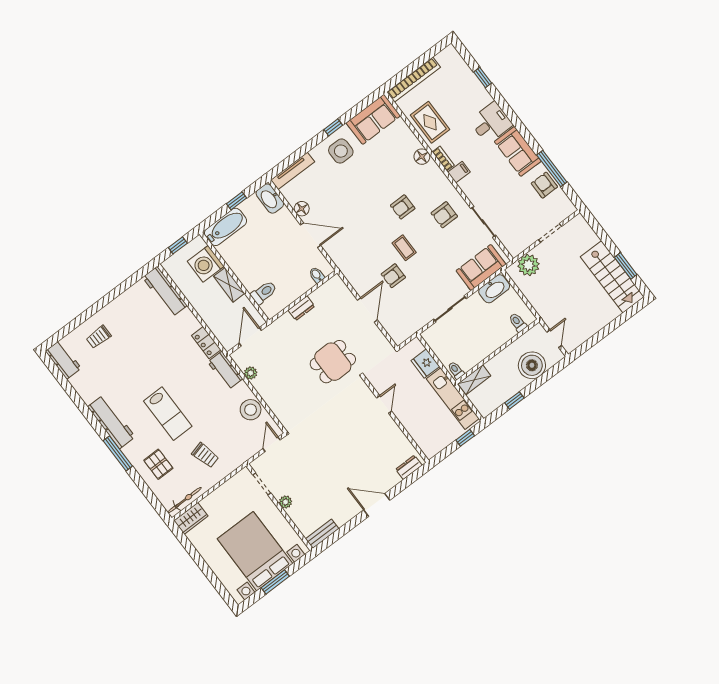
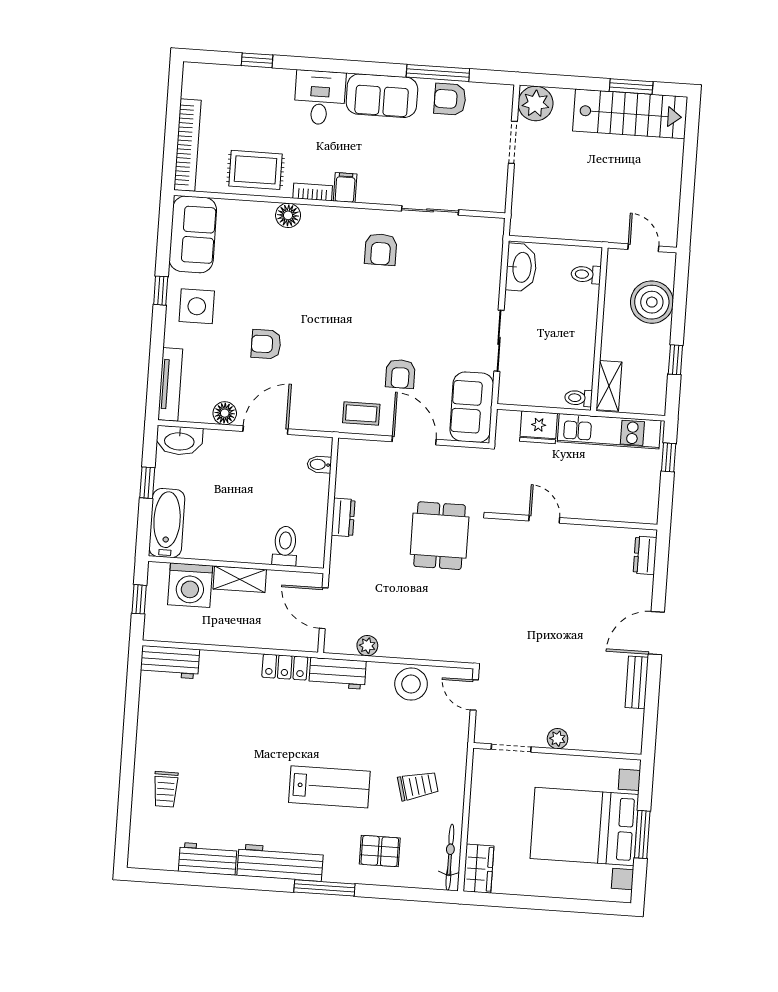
armchair: (403, 207) -> (266, 344), moved, turned 90
coffee table: (404, 248) -> (361, 413), moved
plant: (528, 265) -> (536, 103), moved
sofa: (481, 267) -> (472, 407), moved
workbench: (165, 291) -> (170, 662), width x0.73
workbench: (63, 360) -> (208, 859), moved
bench: (322, 534) -> (637, 682), moved

